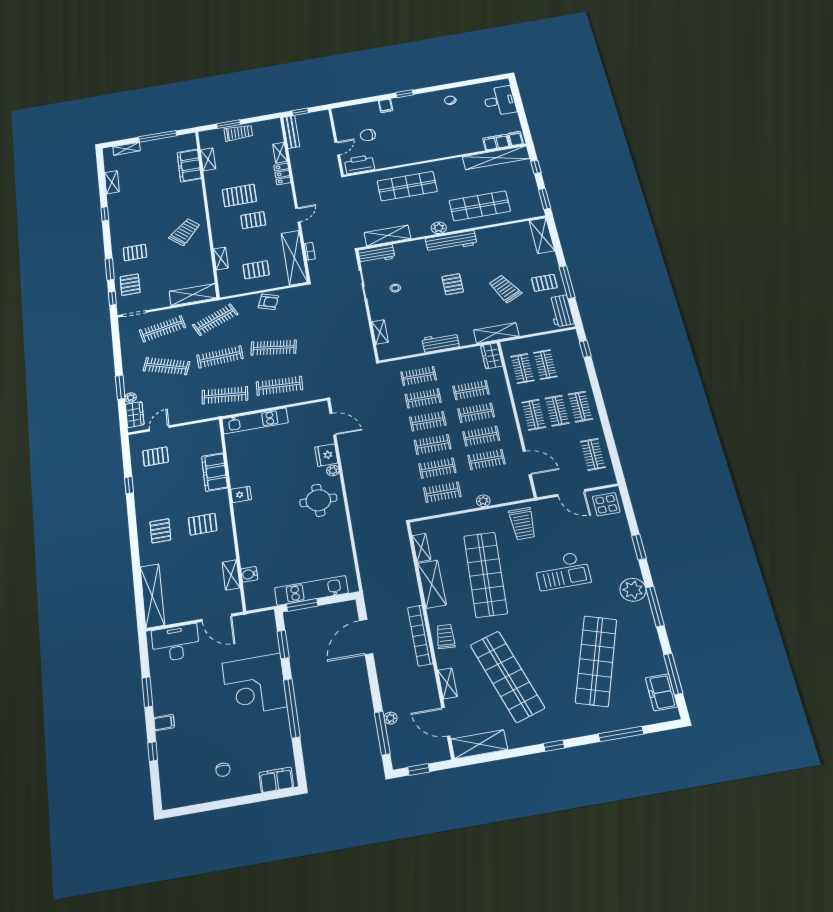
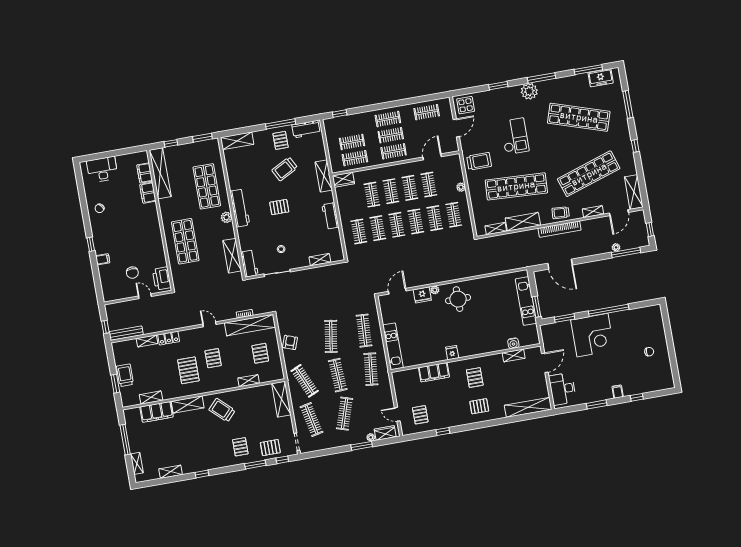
filing cabinet: (516, 139) -> (148, 193), moved, width x2.00
shelving: (195, 196) -> (188, 405), added
filing cabinet: (276, 780) -> (656, 318), removed

